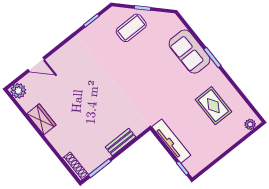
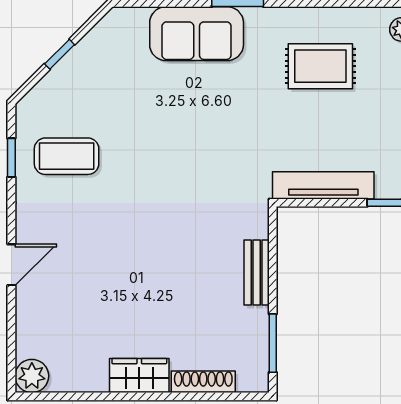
coffee table: (131, 28) -> (67, 156), moved, turned 90
door: (36, 65) -> (11, 265), moved
wardrobe: (41, 119) -> (139, 375), moved
shoe rack: (75, 167) -> (203, 382), moved

